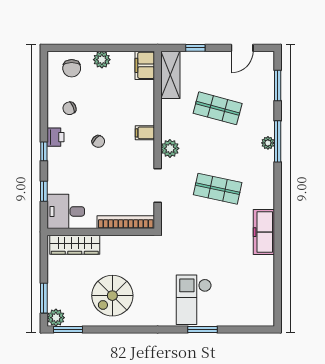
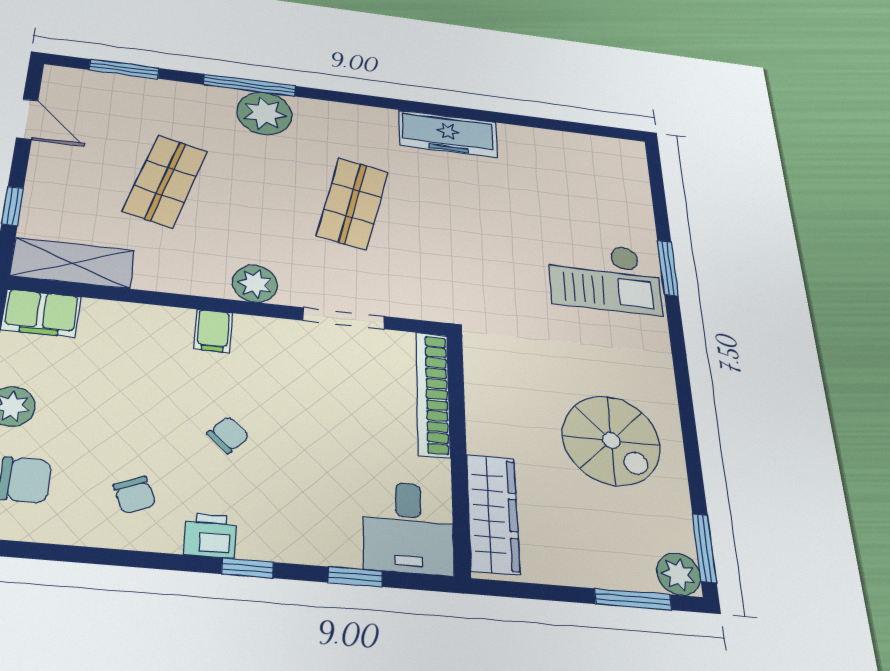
plant: (268, 143) -> (265, 113), width x1.87, depth x1.87

